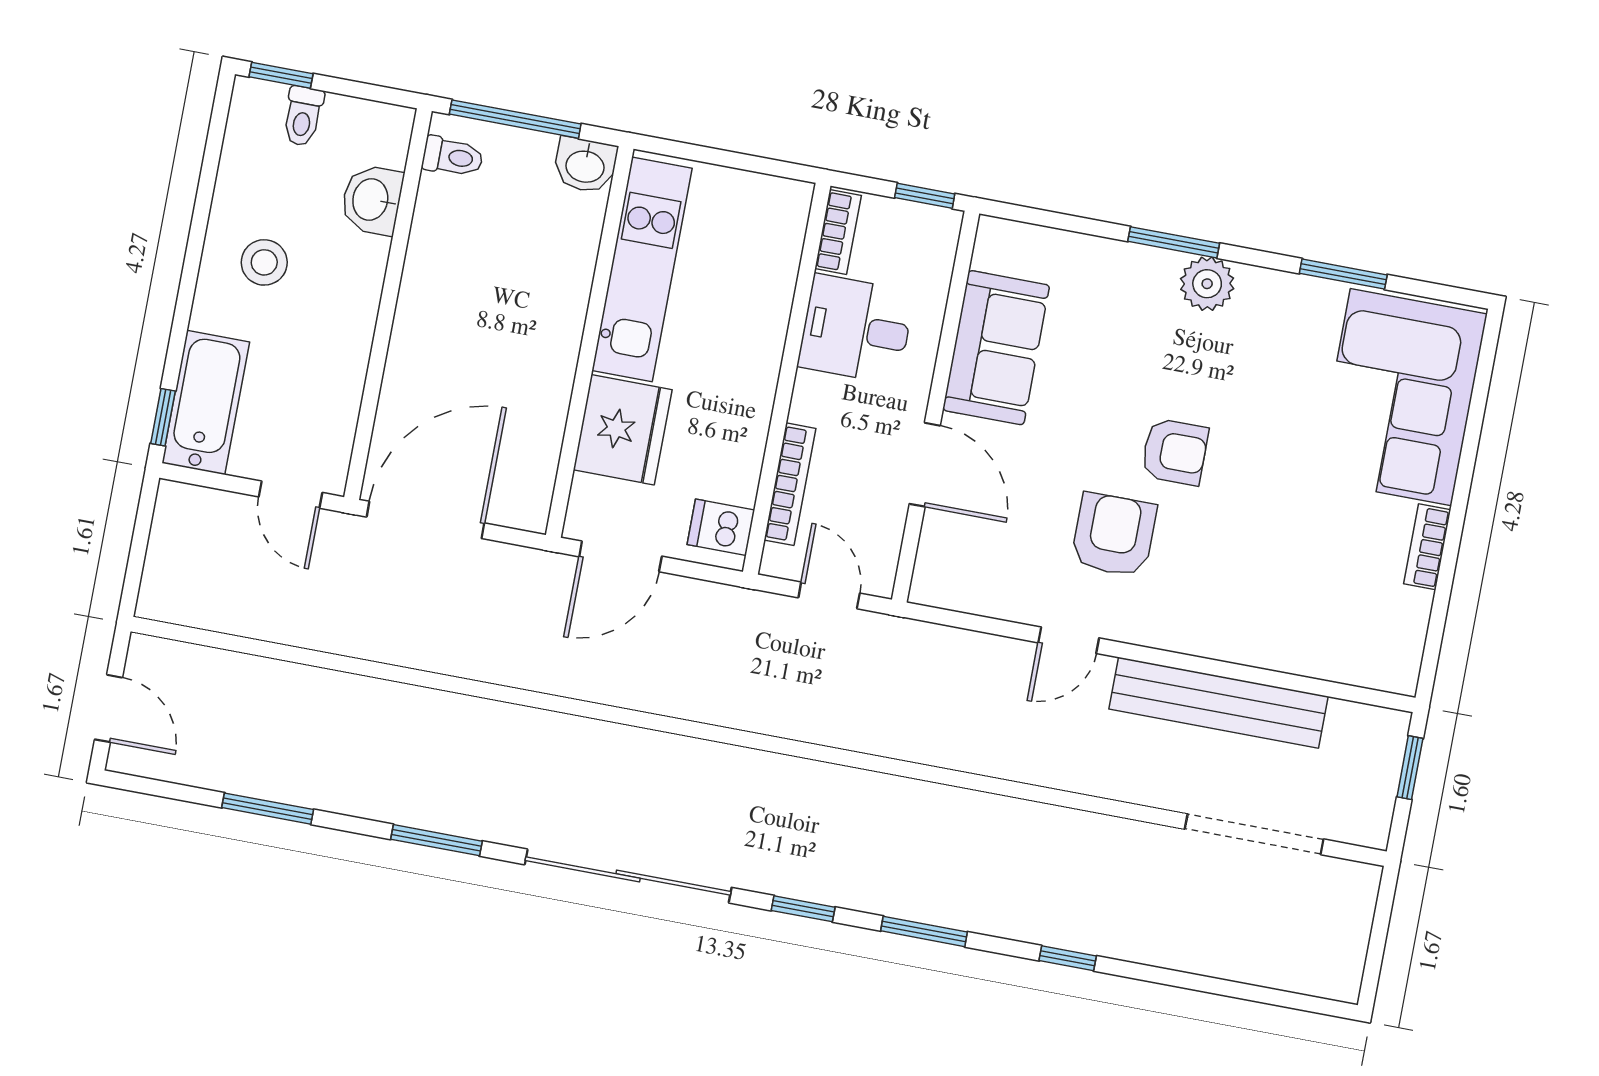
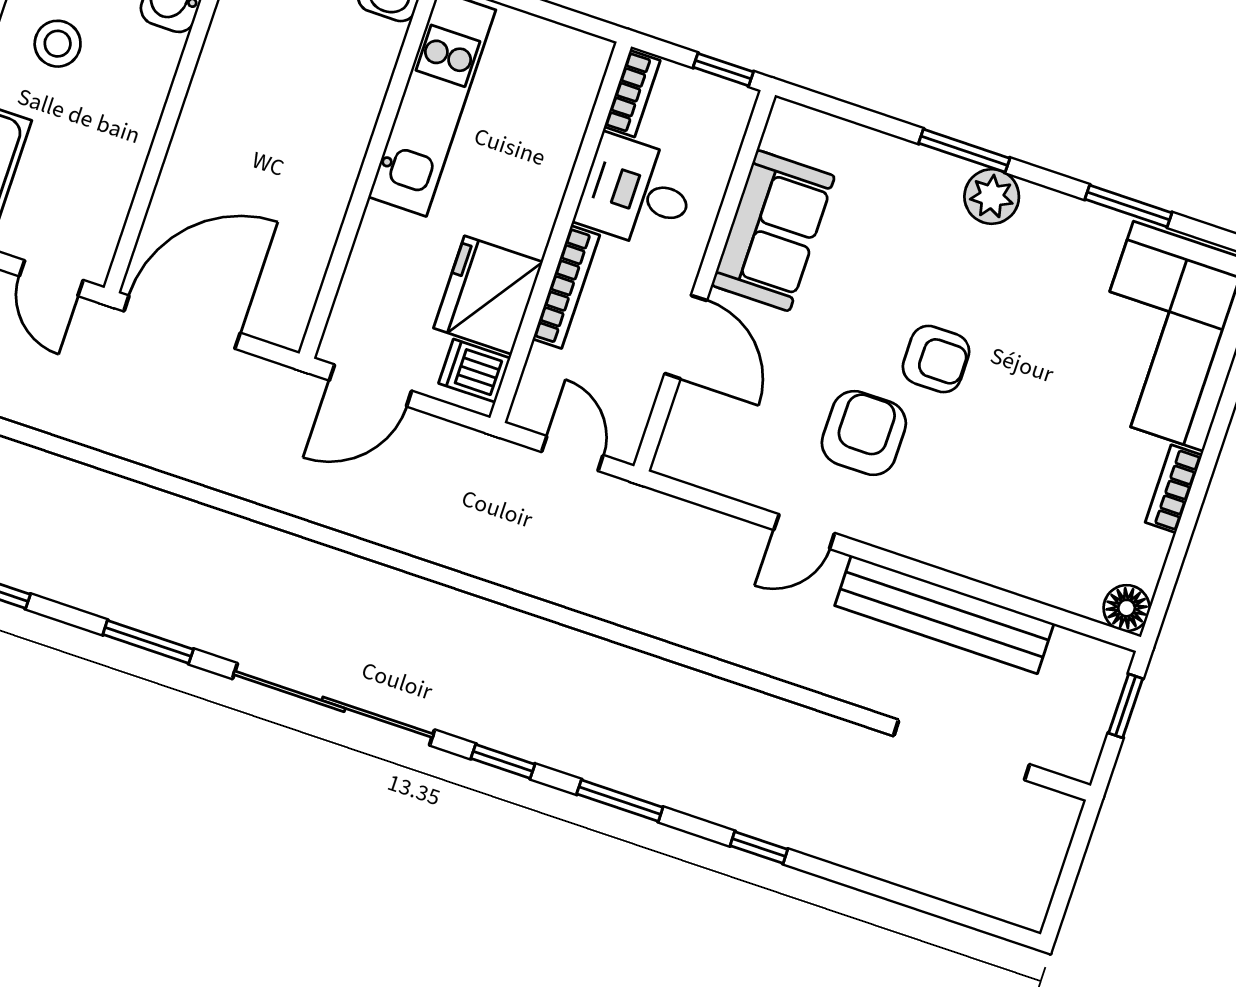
fridge: (623, 430) -> (488, 295), moved, turned 180
bookcase: (790, 484) -> (566, 287), moved
floor lamp: (1397, 671) -> (1127, 608), added

